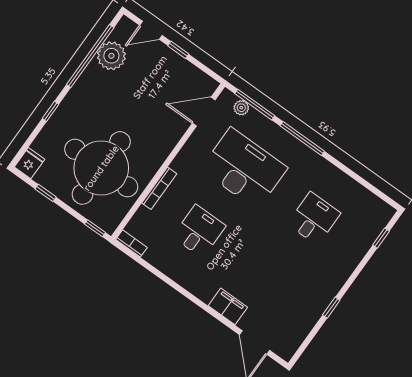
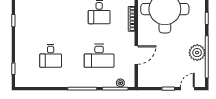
plant: (111, 56) -> (197, 53), moved
door: (204, 112) -> (136, 55), moved
desk: (244, 169) -> (99, 56), width x0.73, depth x0.77

